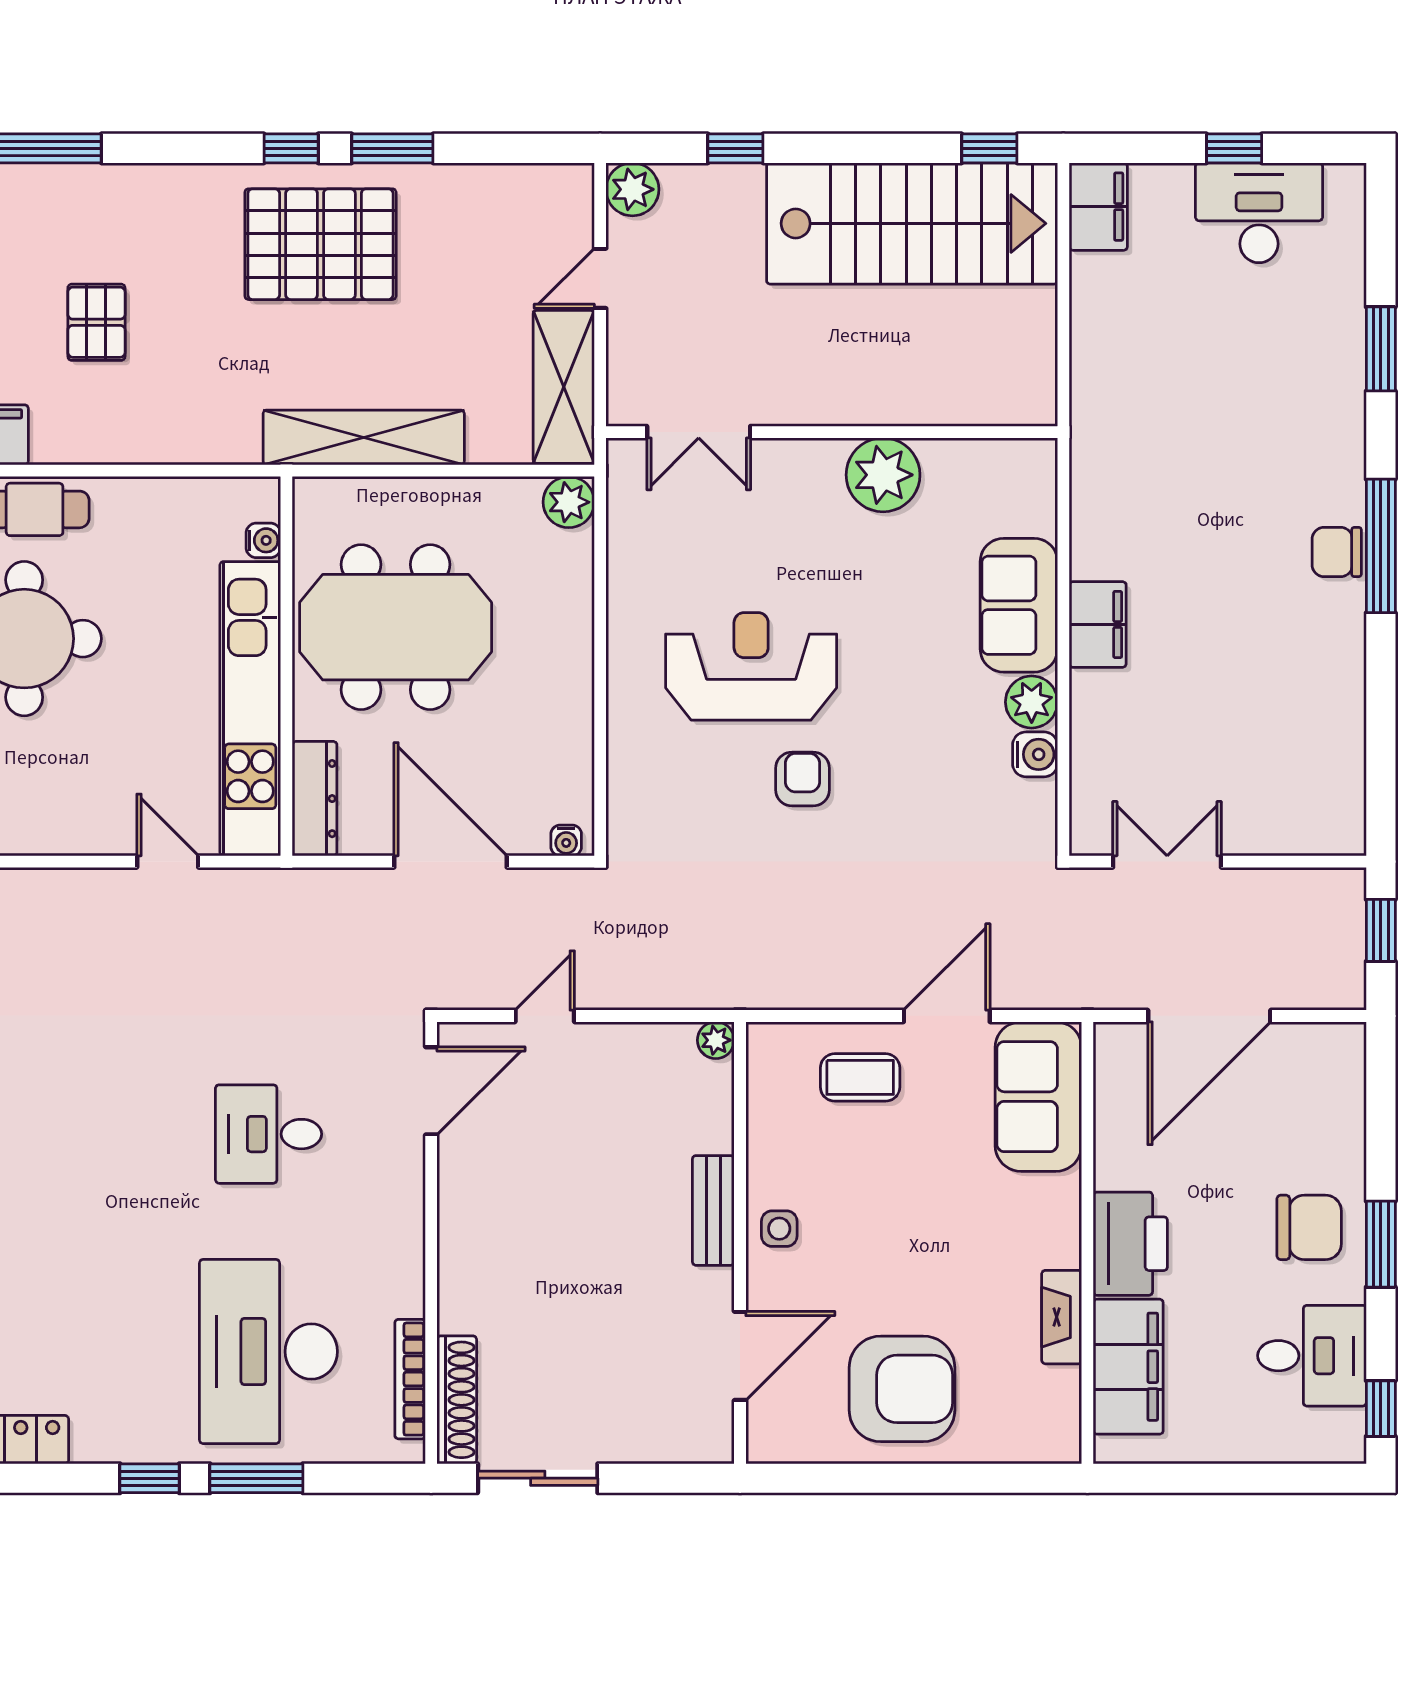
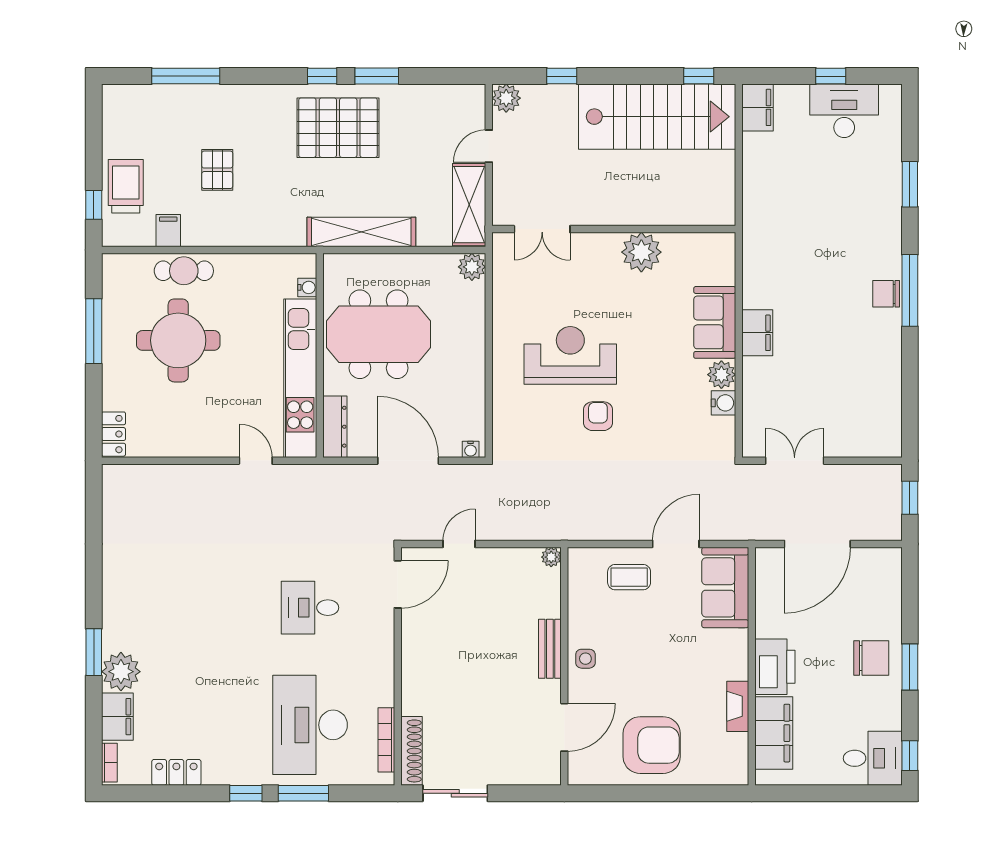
desk: (1312, 1356) -> (873, 758), moved

